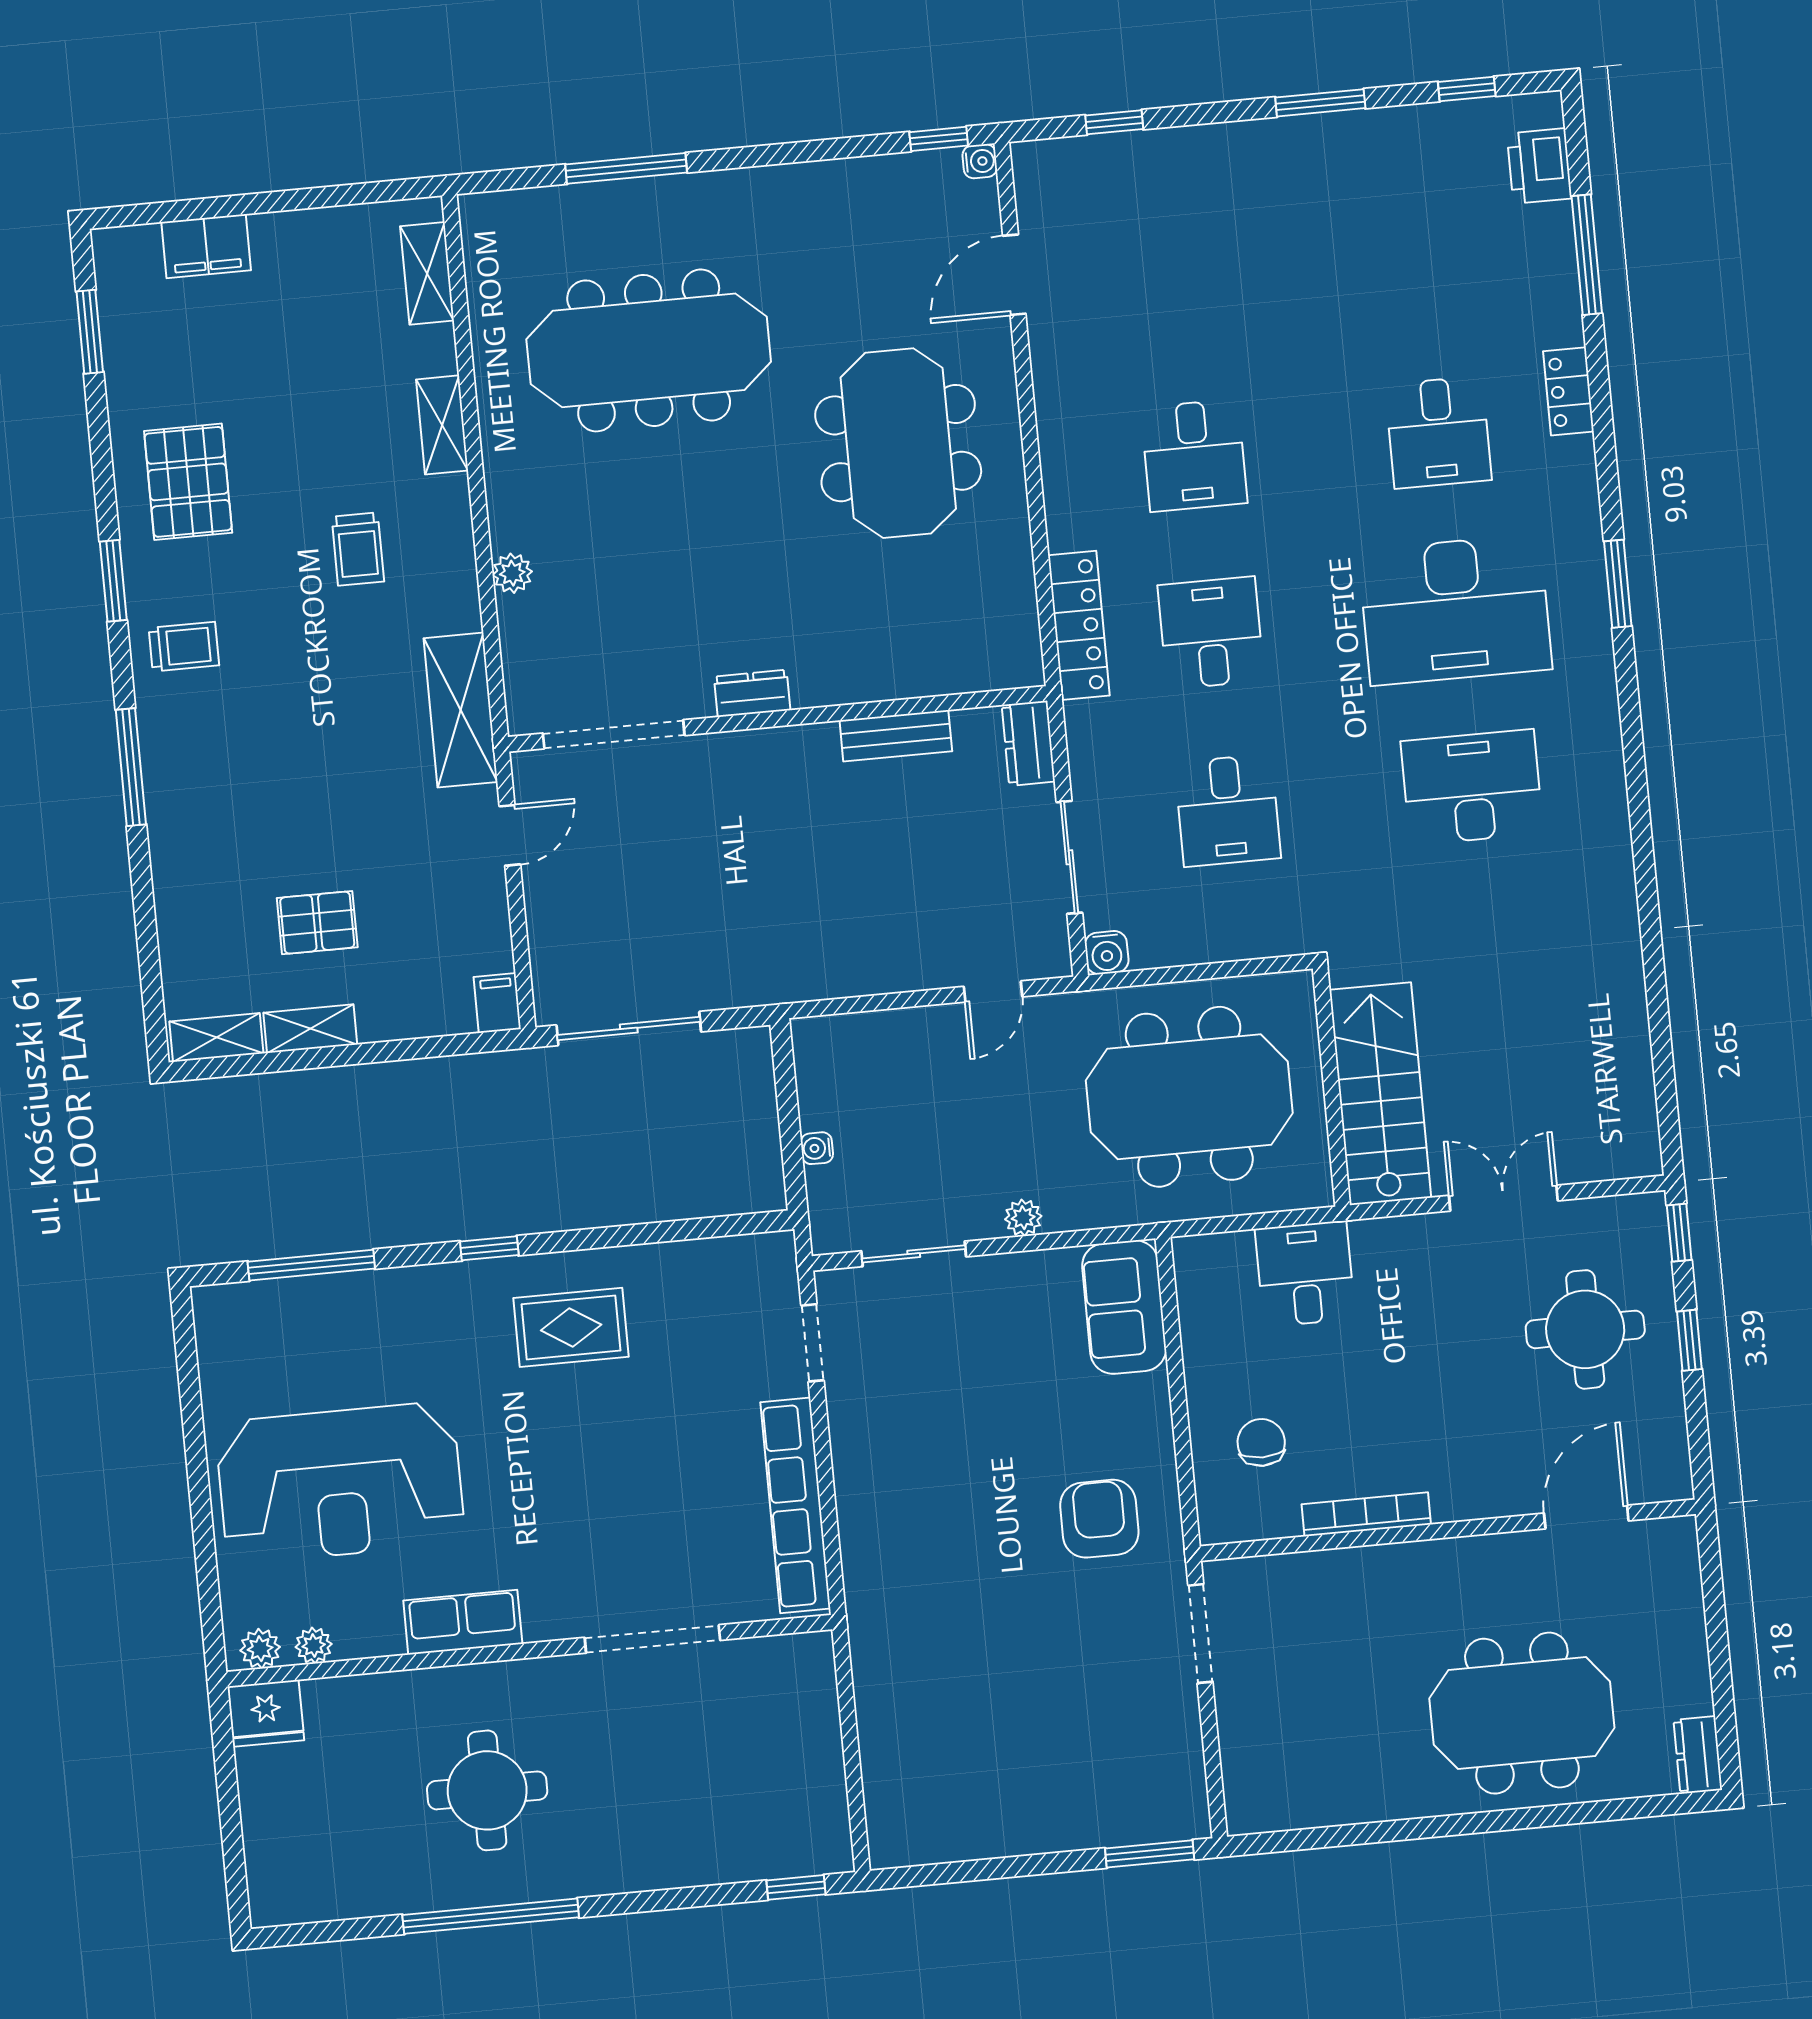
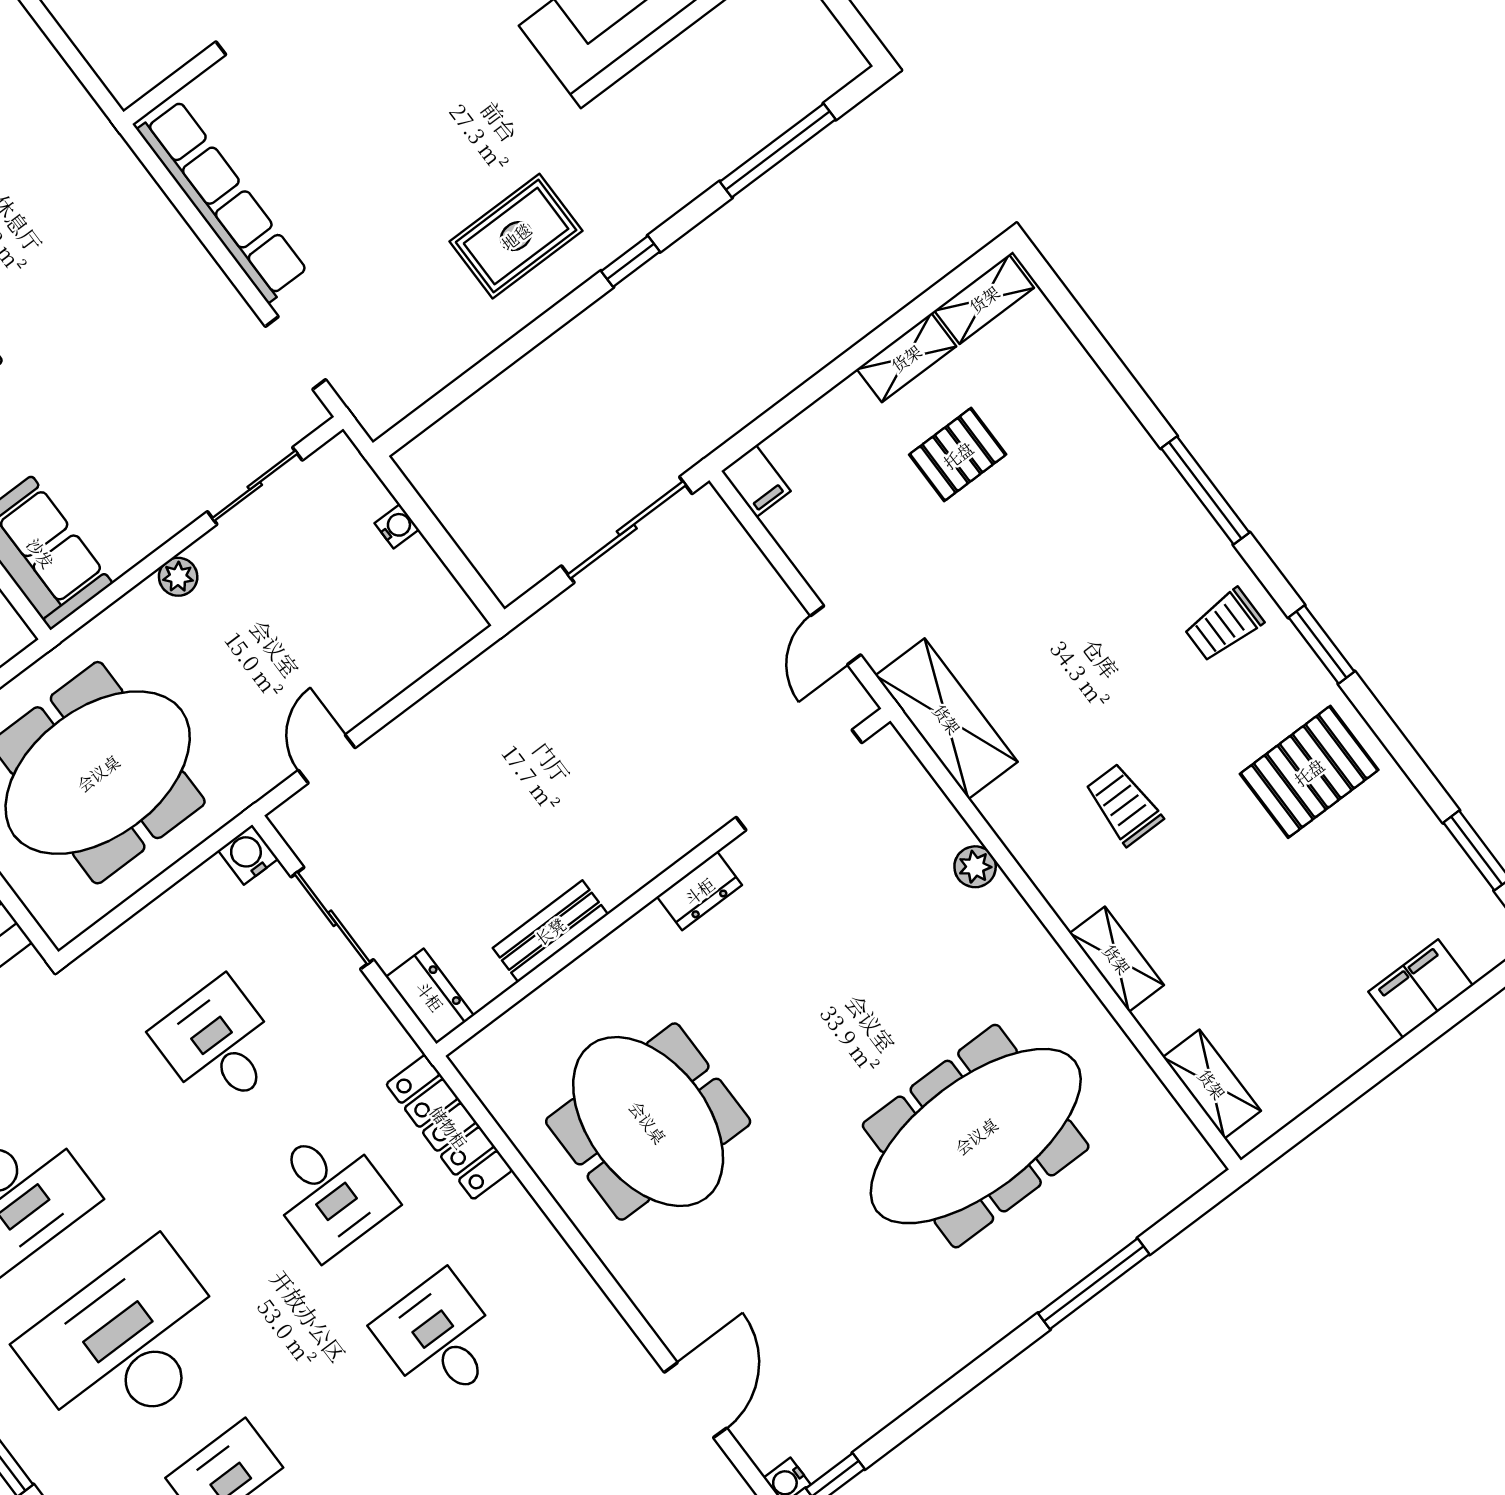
meeting table: (898, 443) -> (648, 1122), moved
pallet: (188, 482) -> (1309, 772), turned 90

